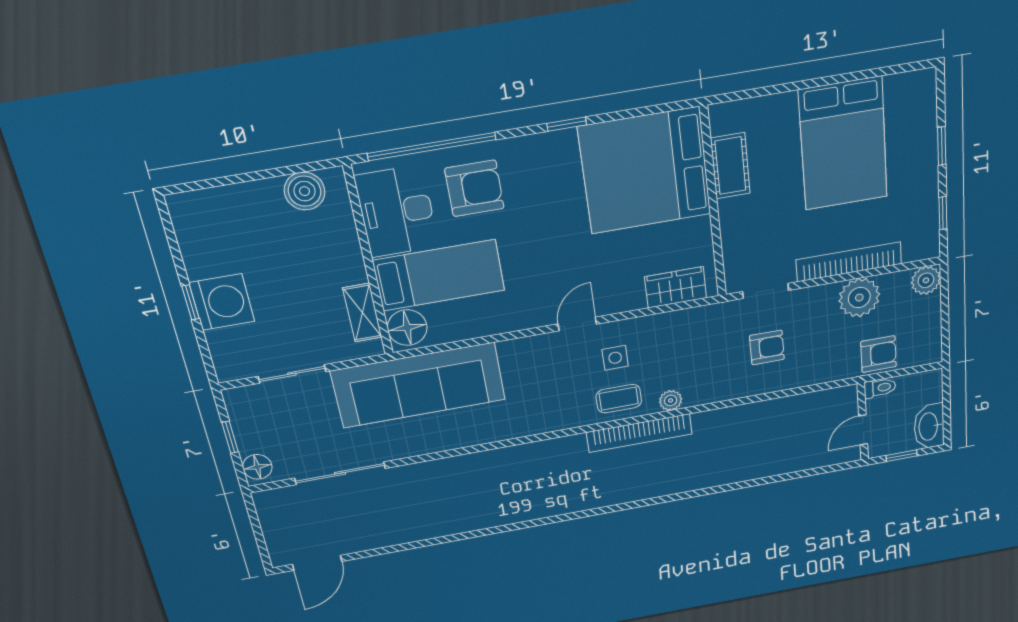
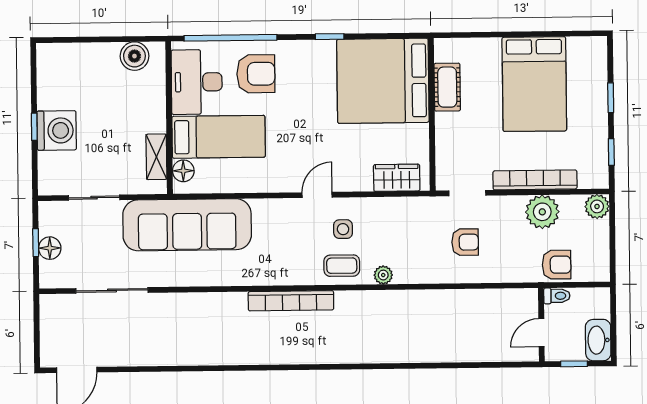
floor lamp: (407, 328) -> (183, 171), width x0.73, depth x0.73
bookcase: (639, 433) -> (291, 301), moved
floor lamp: (257, 467) -> (50, 248), moved

